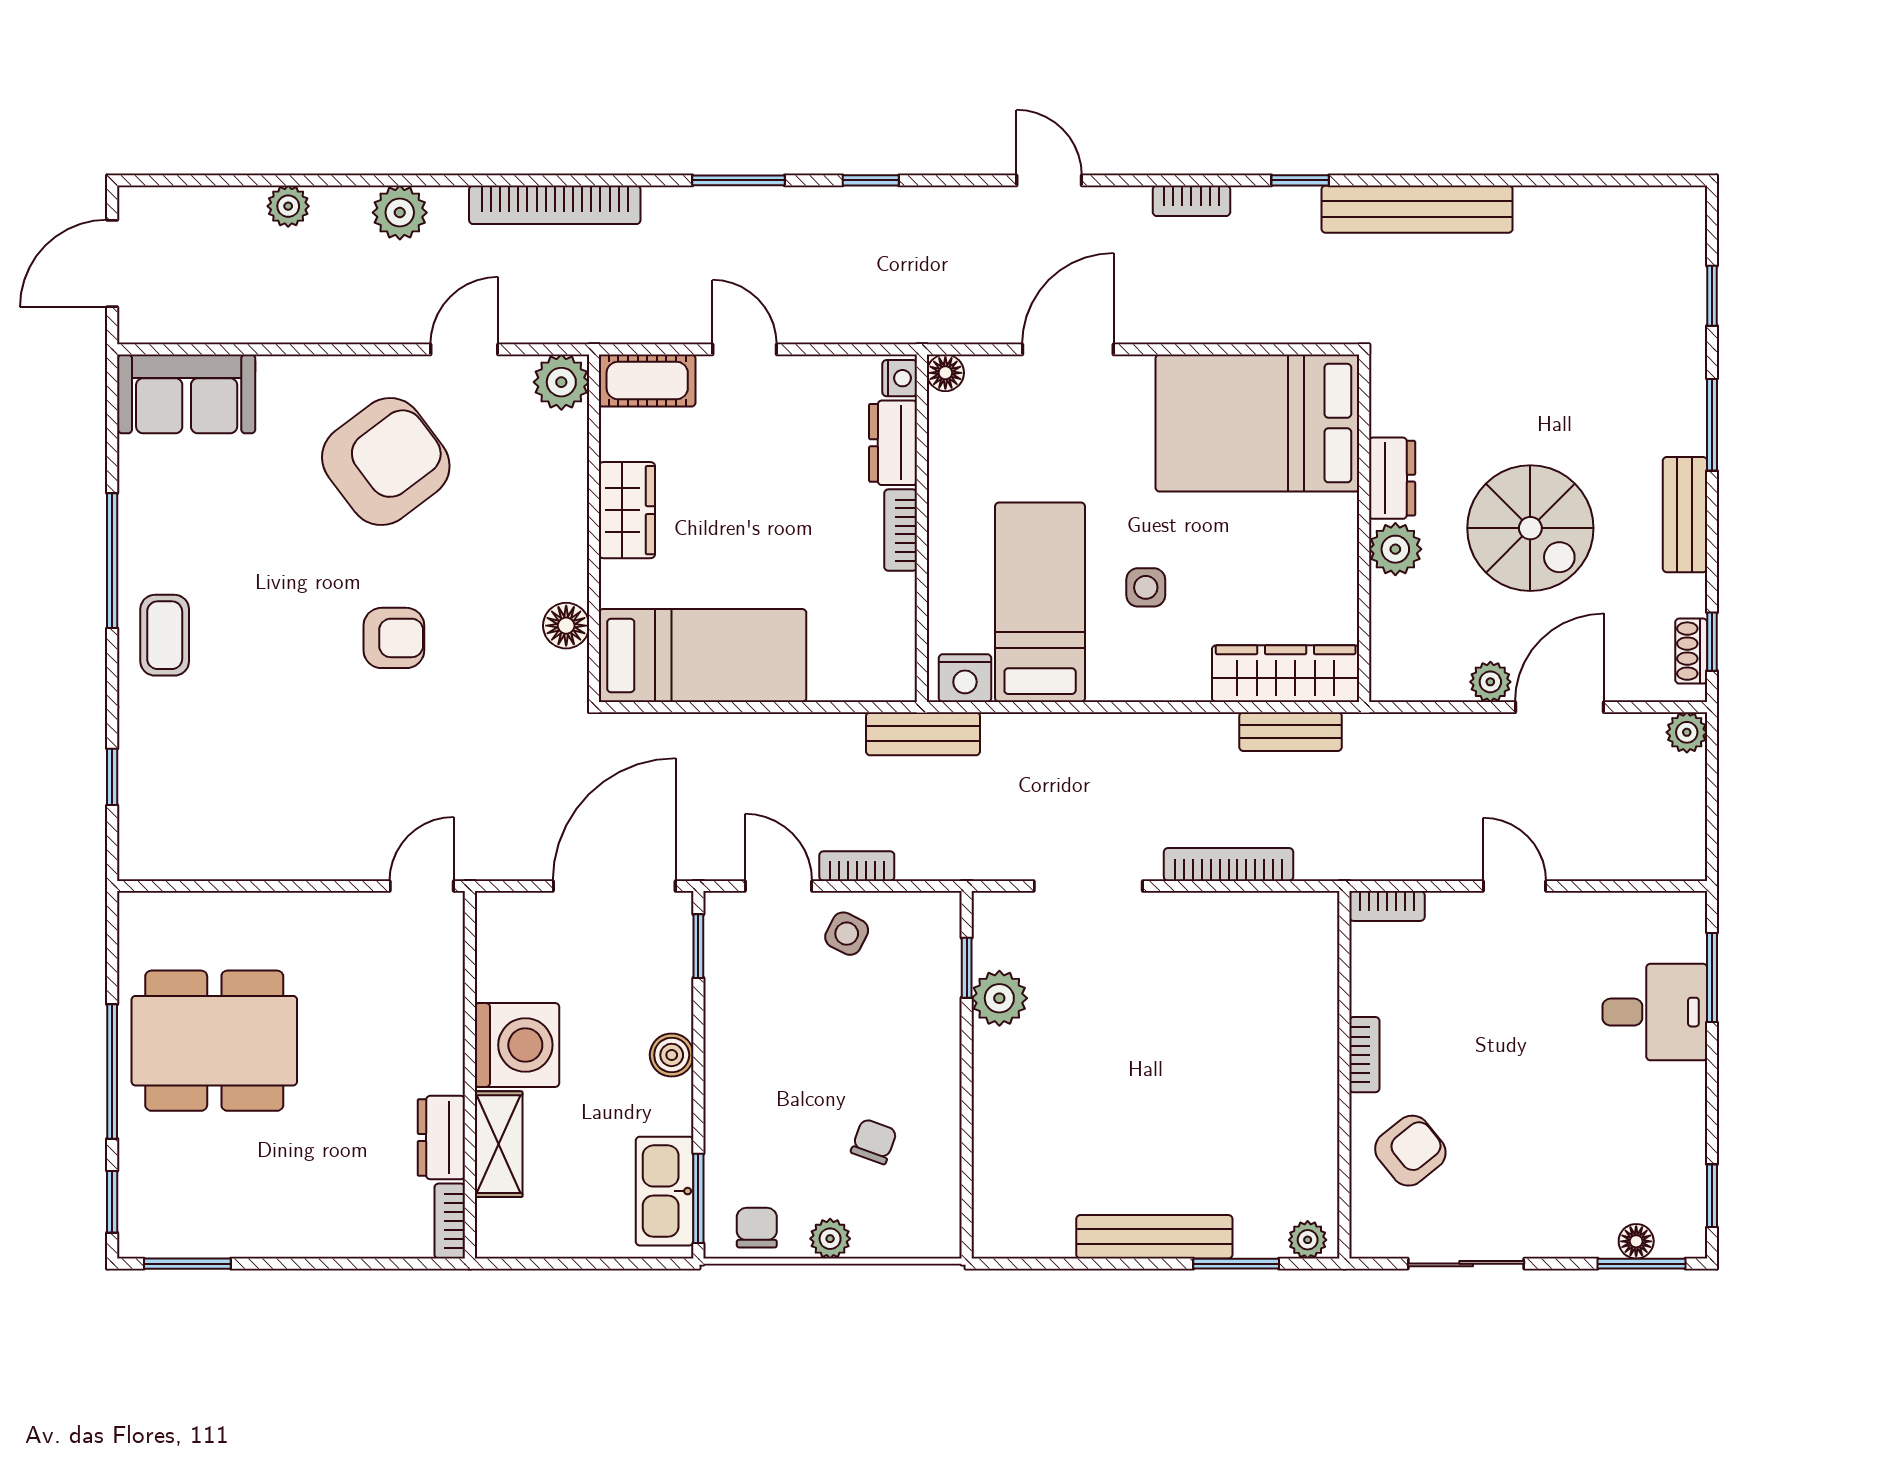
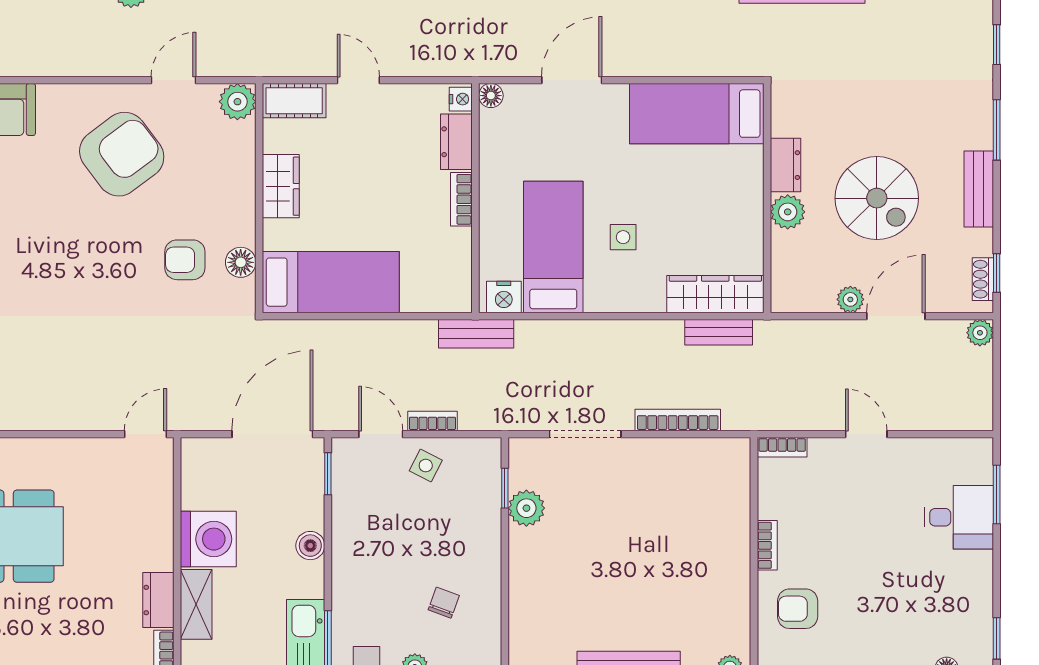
bed: (1257, 423) -> (697, 114), width x0.67
armchair: (394, 638) -> (185, 260), moved, turned 180
armchair: (1410, 1151) -> (798, 609), turned -141

